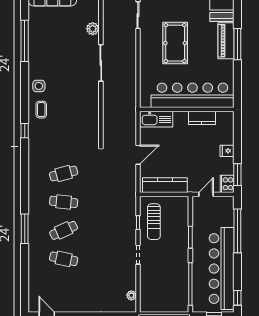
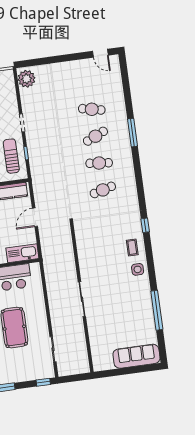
plant: (93, 29) -> (94, 331), removed
plant: (131, 295) -> (27, 79), width x1.87, depth x1.87

